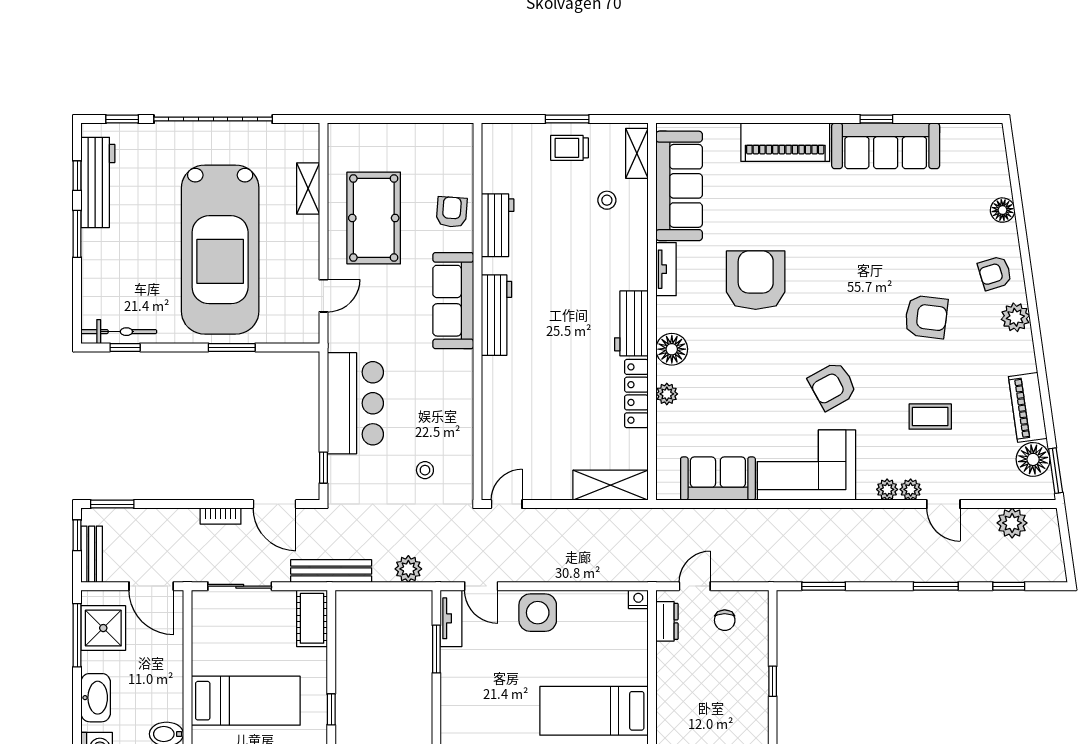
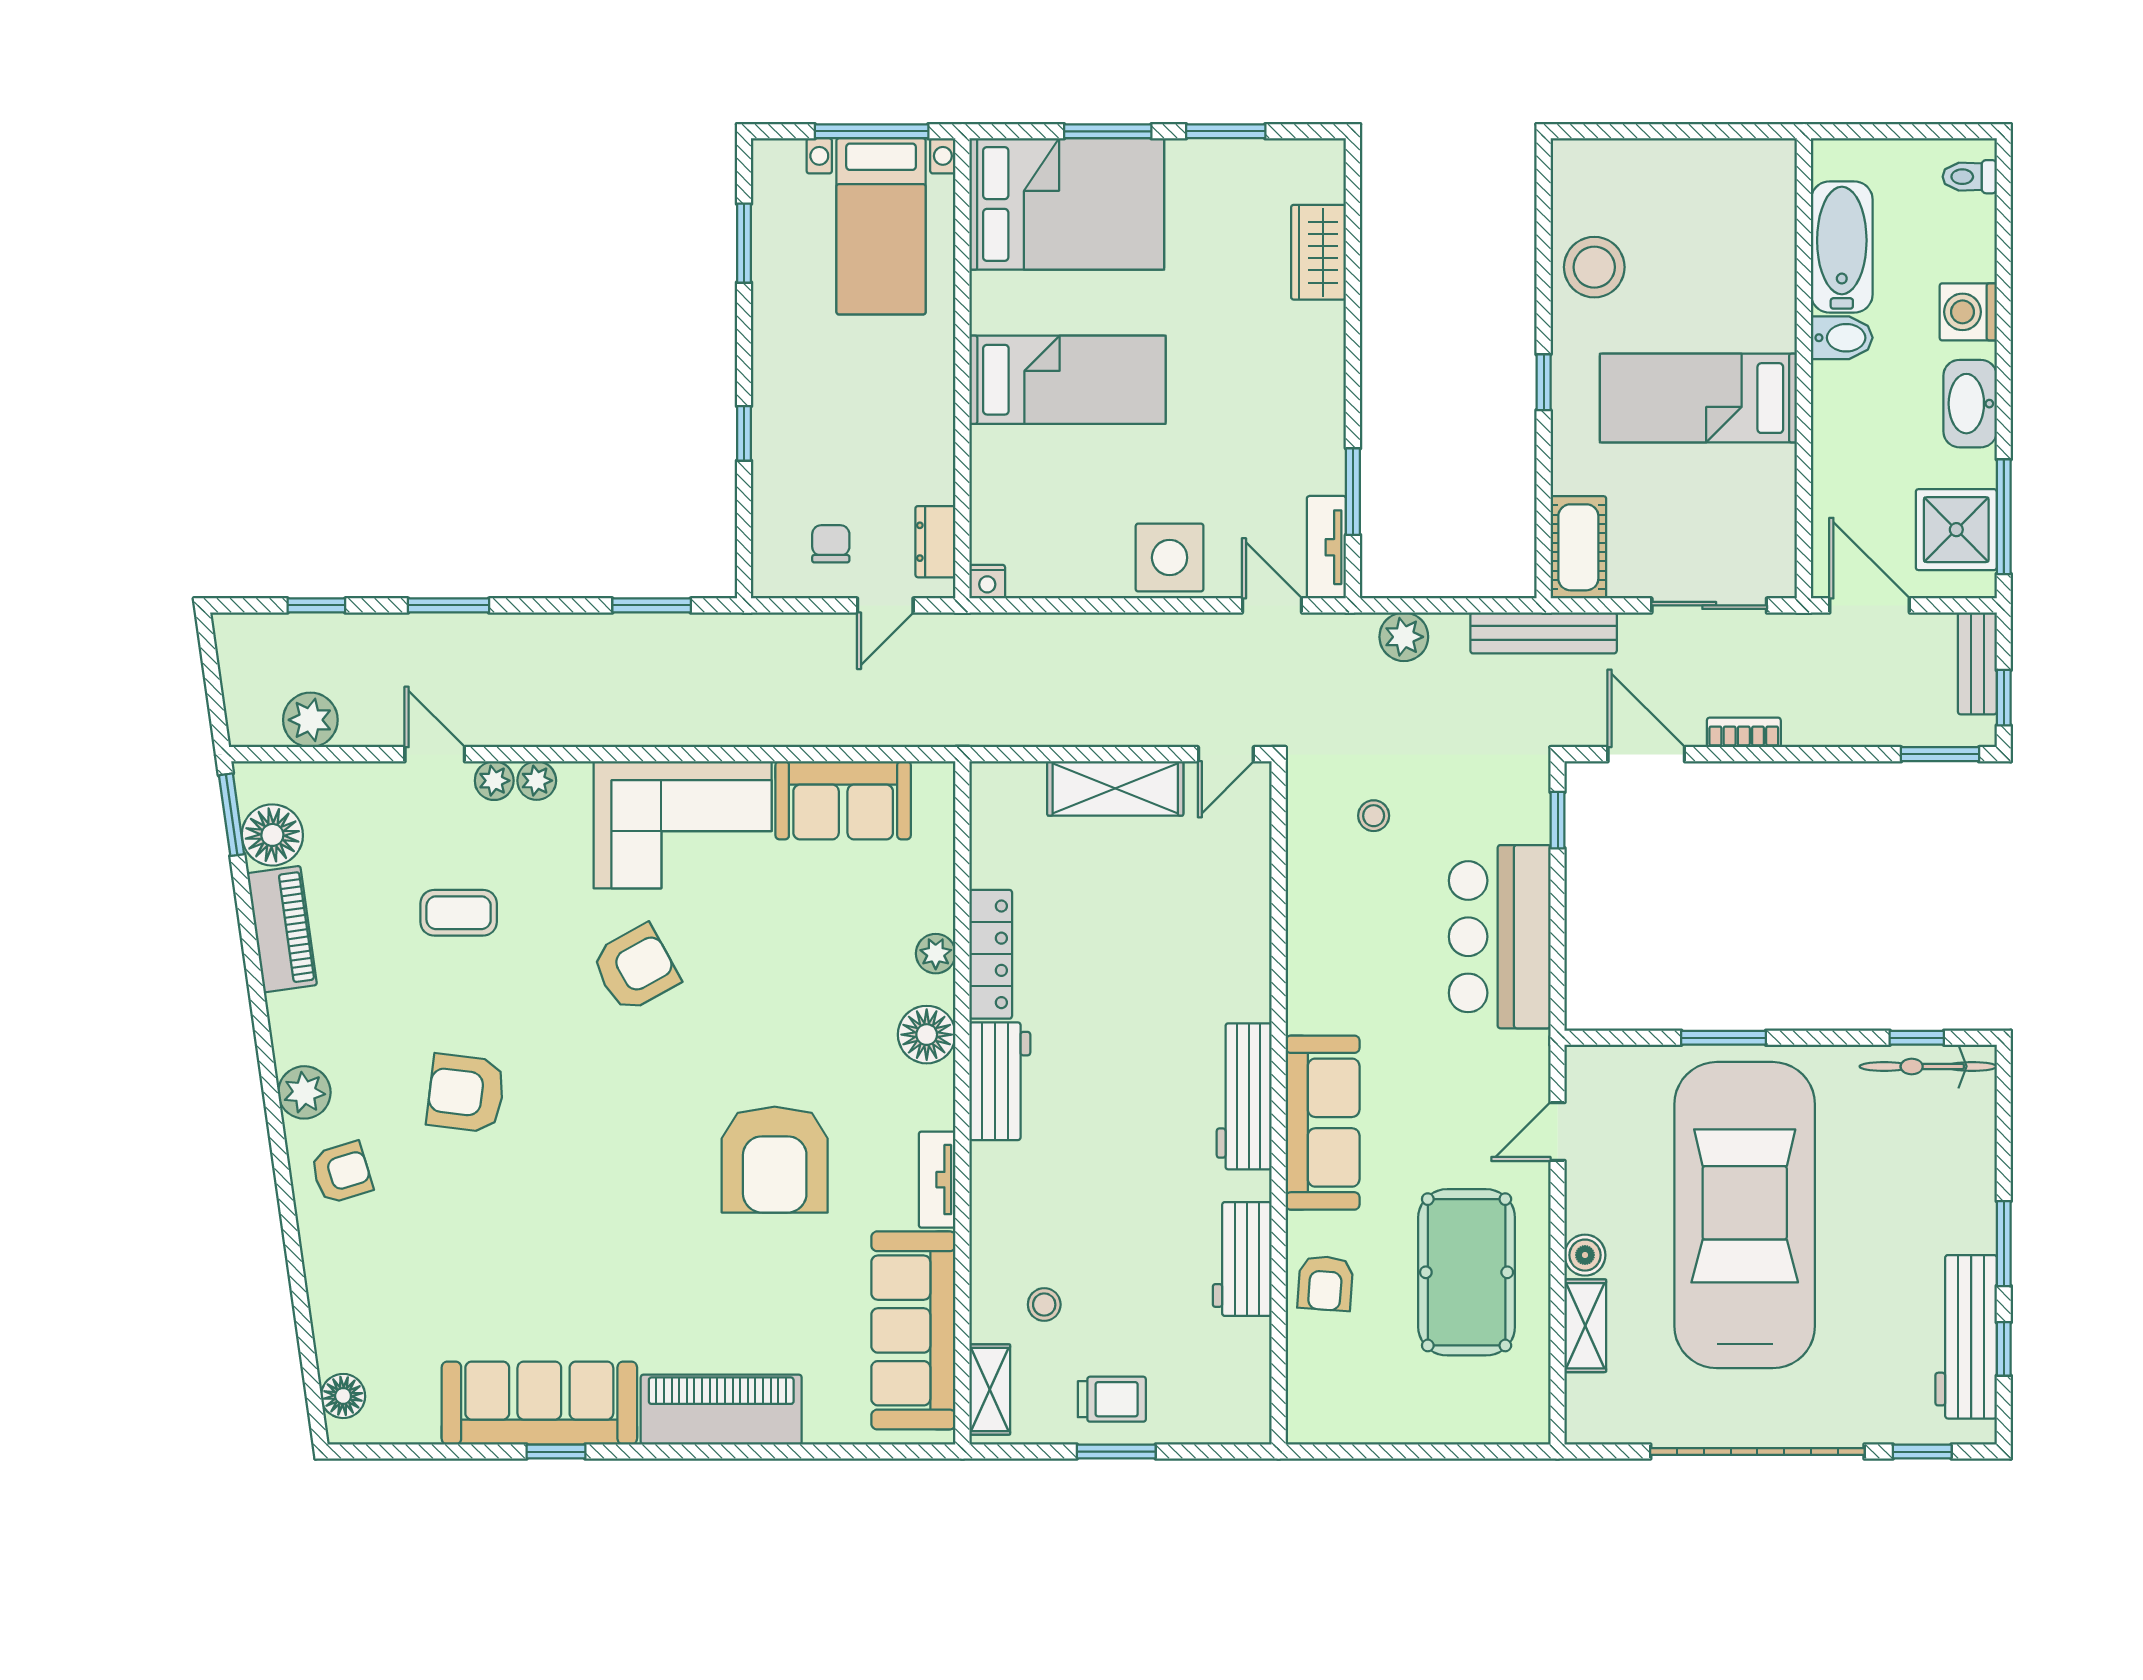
floor lamp: (1003, 210) -> (343, 1396), moved
boiler: (308, 227) -> (1585, 1255), added
shelving: (611, 485) -> (1115, 788), moved

